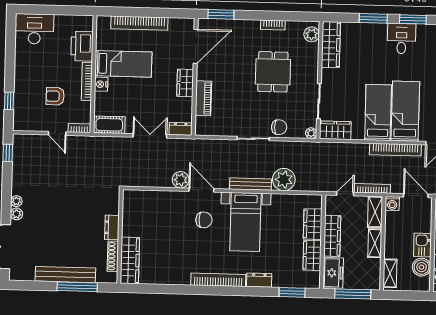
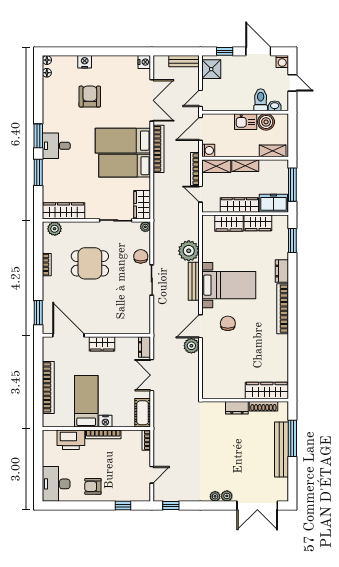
armchair: (55, 96) -> (93, 486), moved, turned 90
piano: (203, 98) -> (116, 327), removed
door: (57, 133) -> (152, 475), moved

